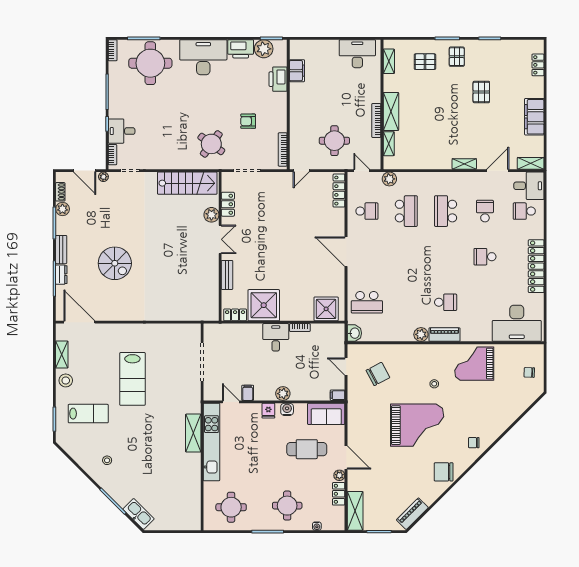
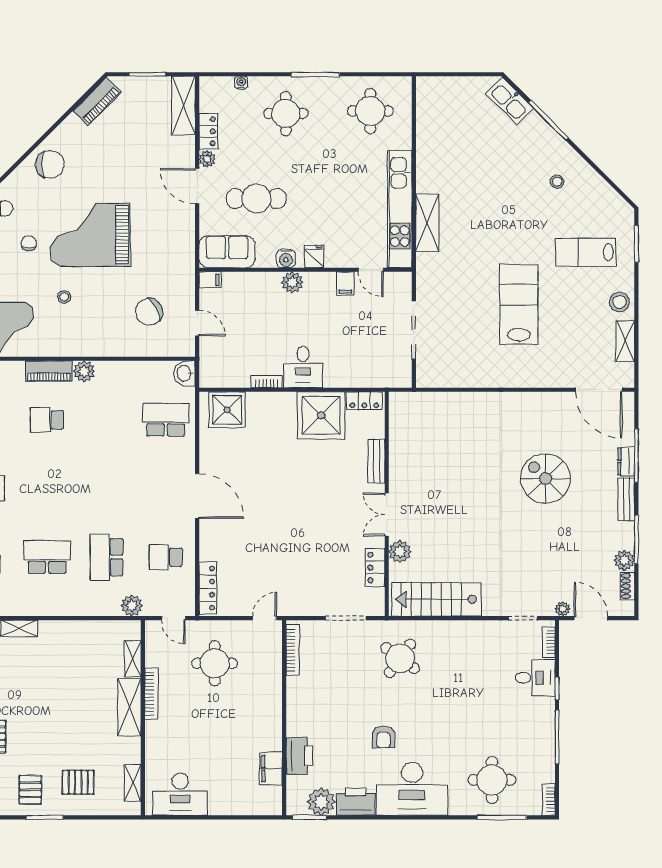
round table: (150, 63) -> (492, 780), width x0.73, depth x0.73
armchair: (248, 121) -> (384, 737), moved, turned 90
school desk: (446, 211) -> (47, 557), turned -90
chair: (458, 419) -> (29, 243), added

